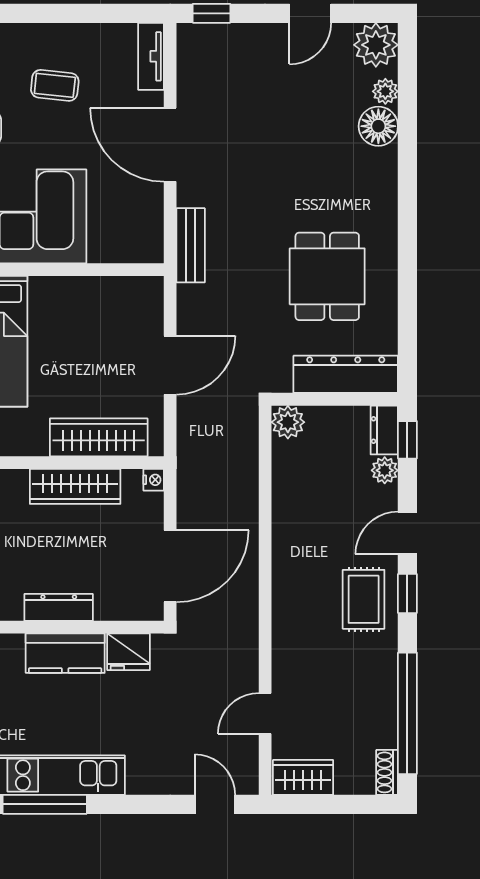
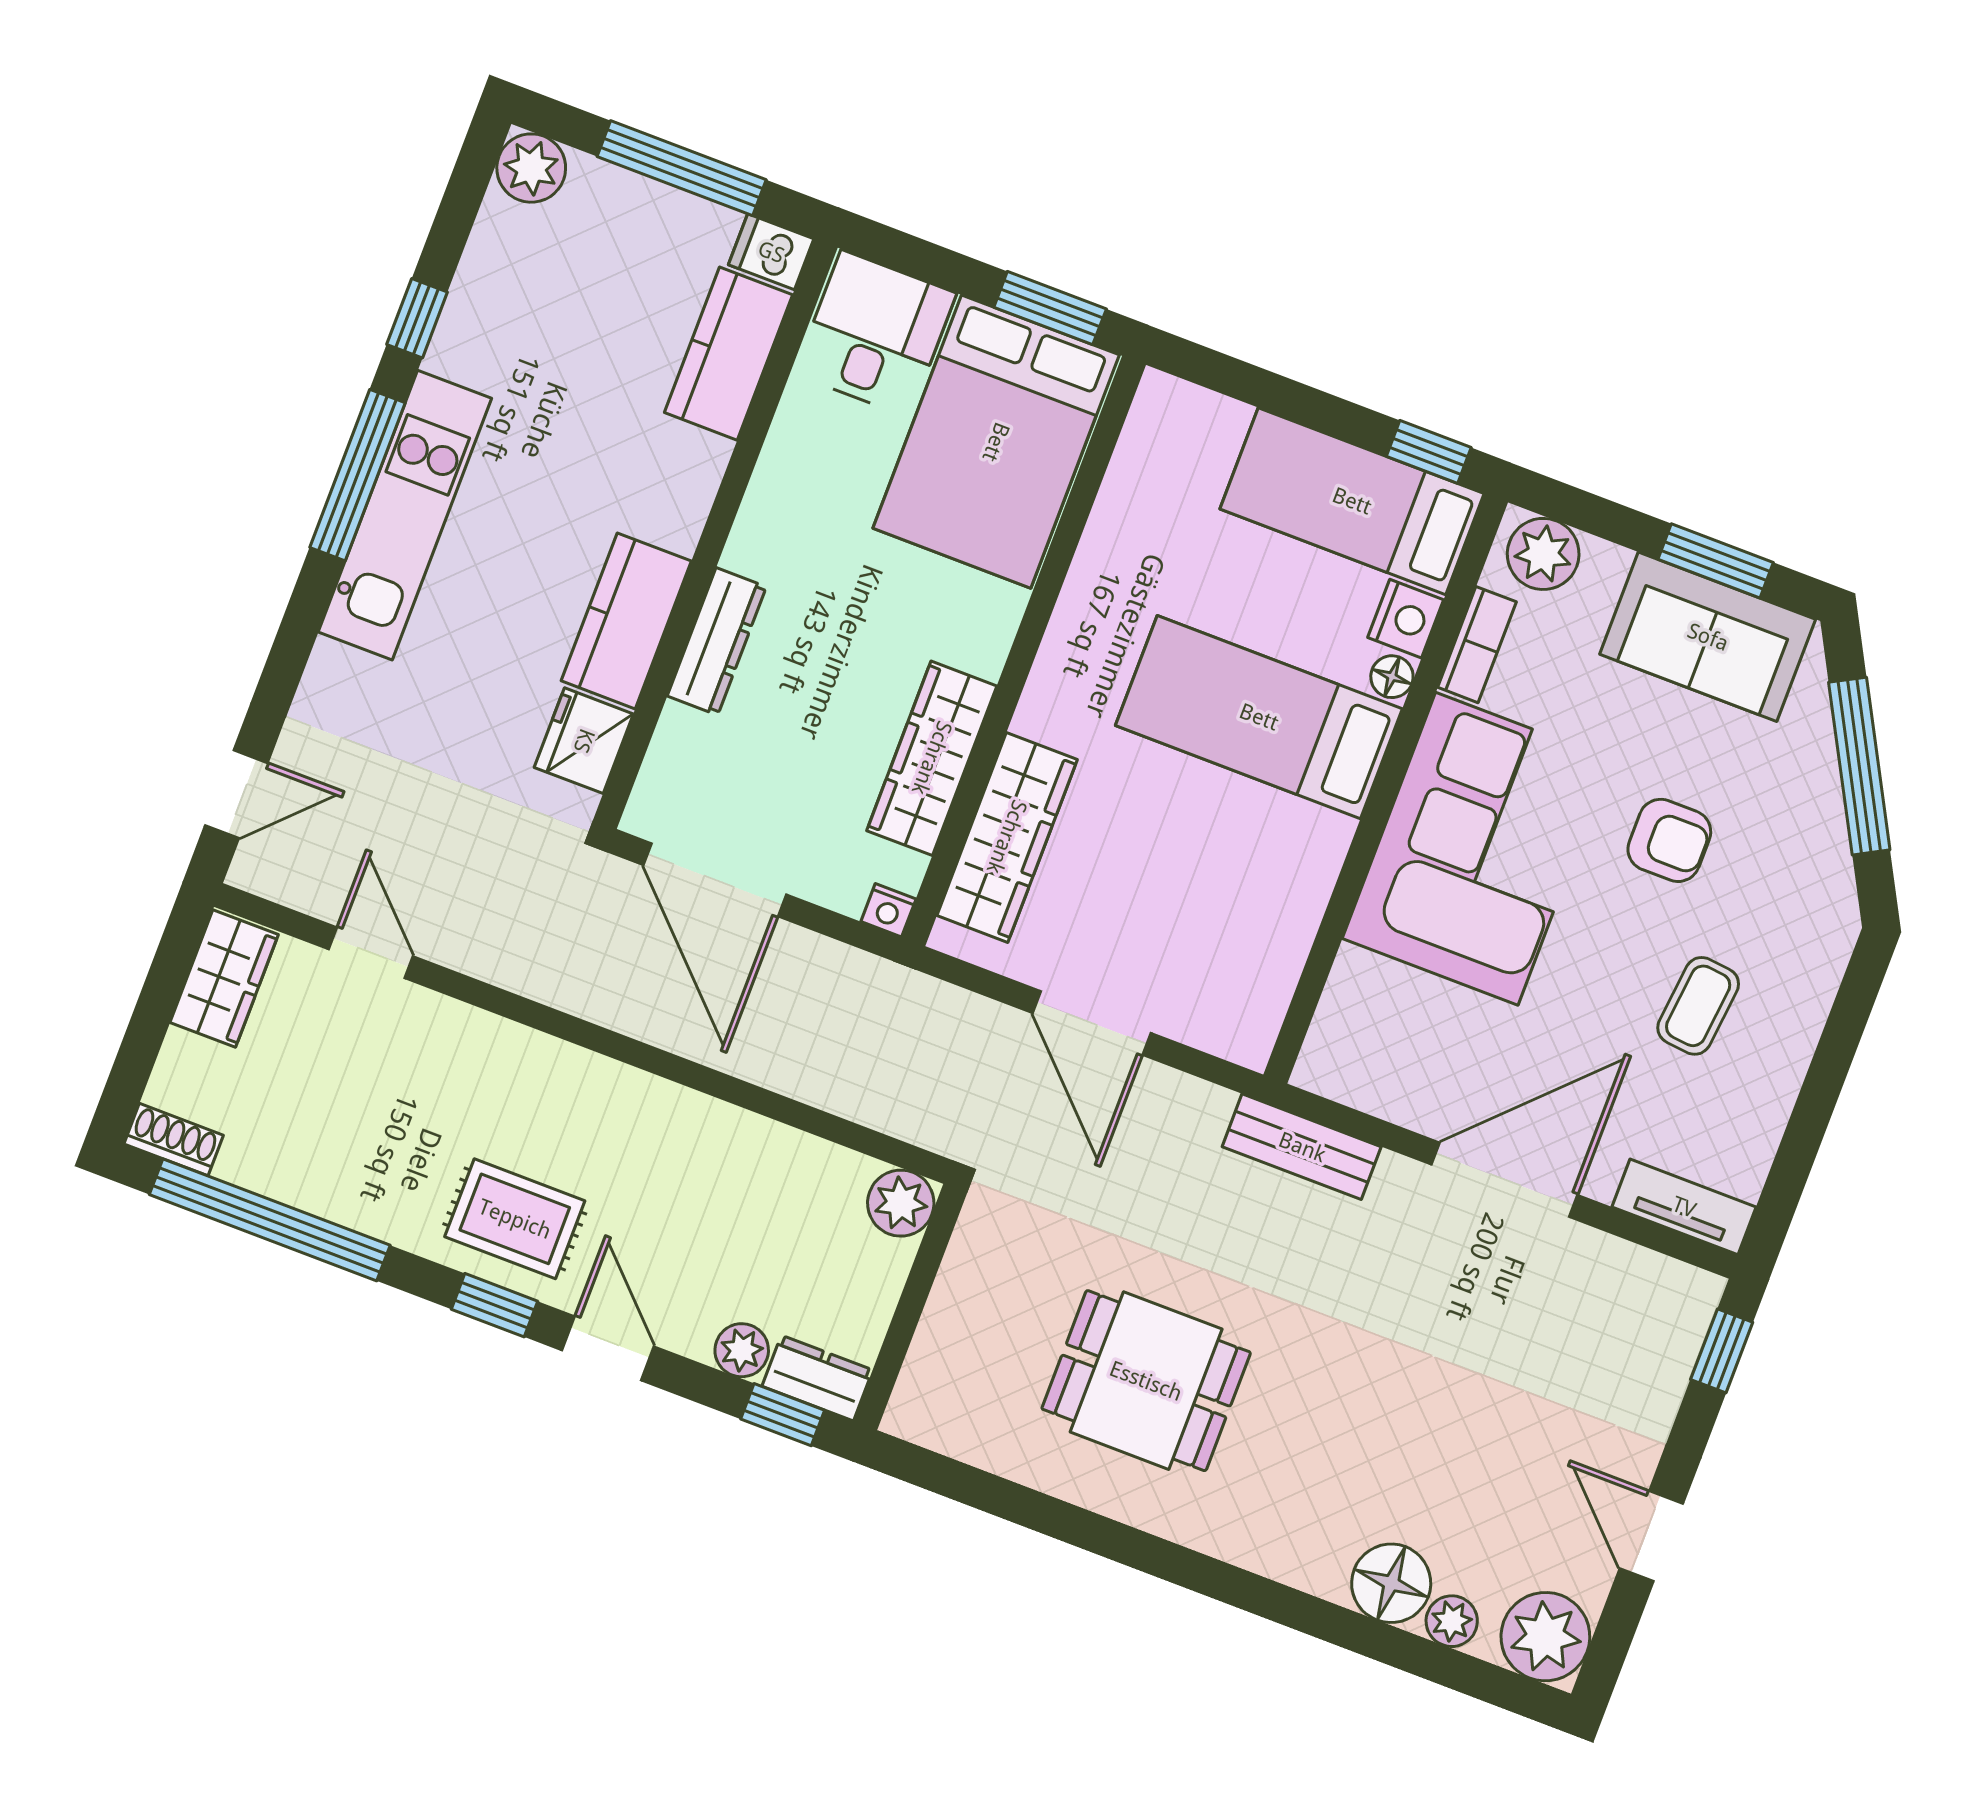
dresser: (346, 374) -> (949, 1345), removed

